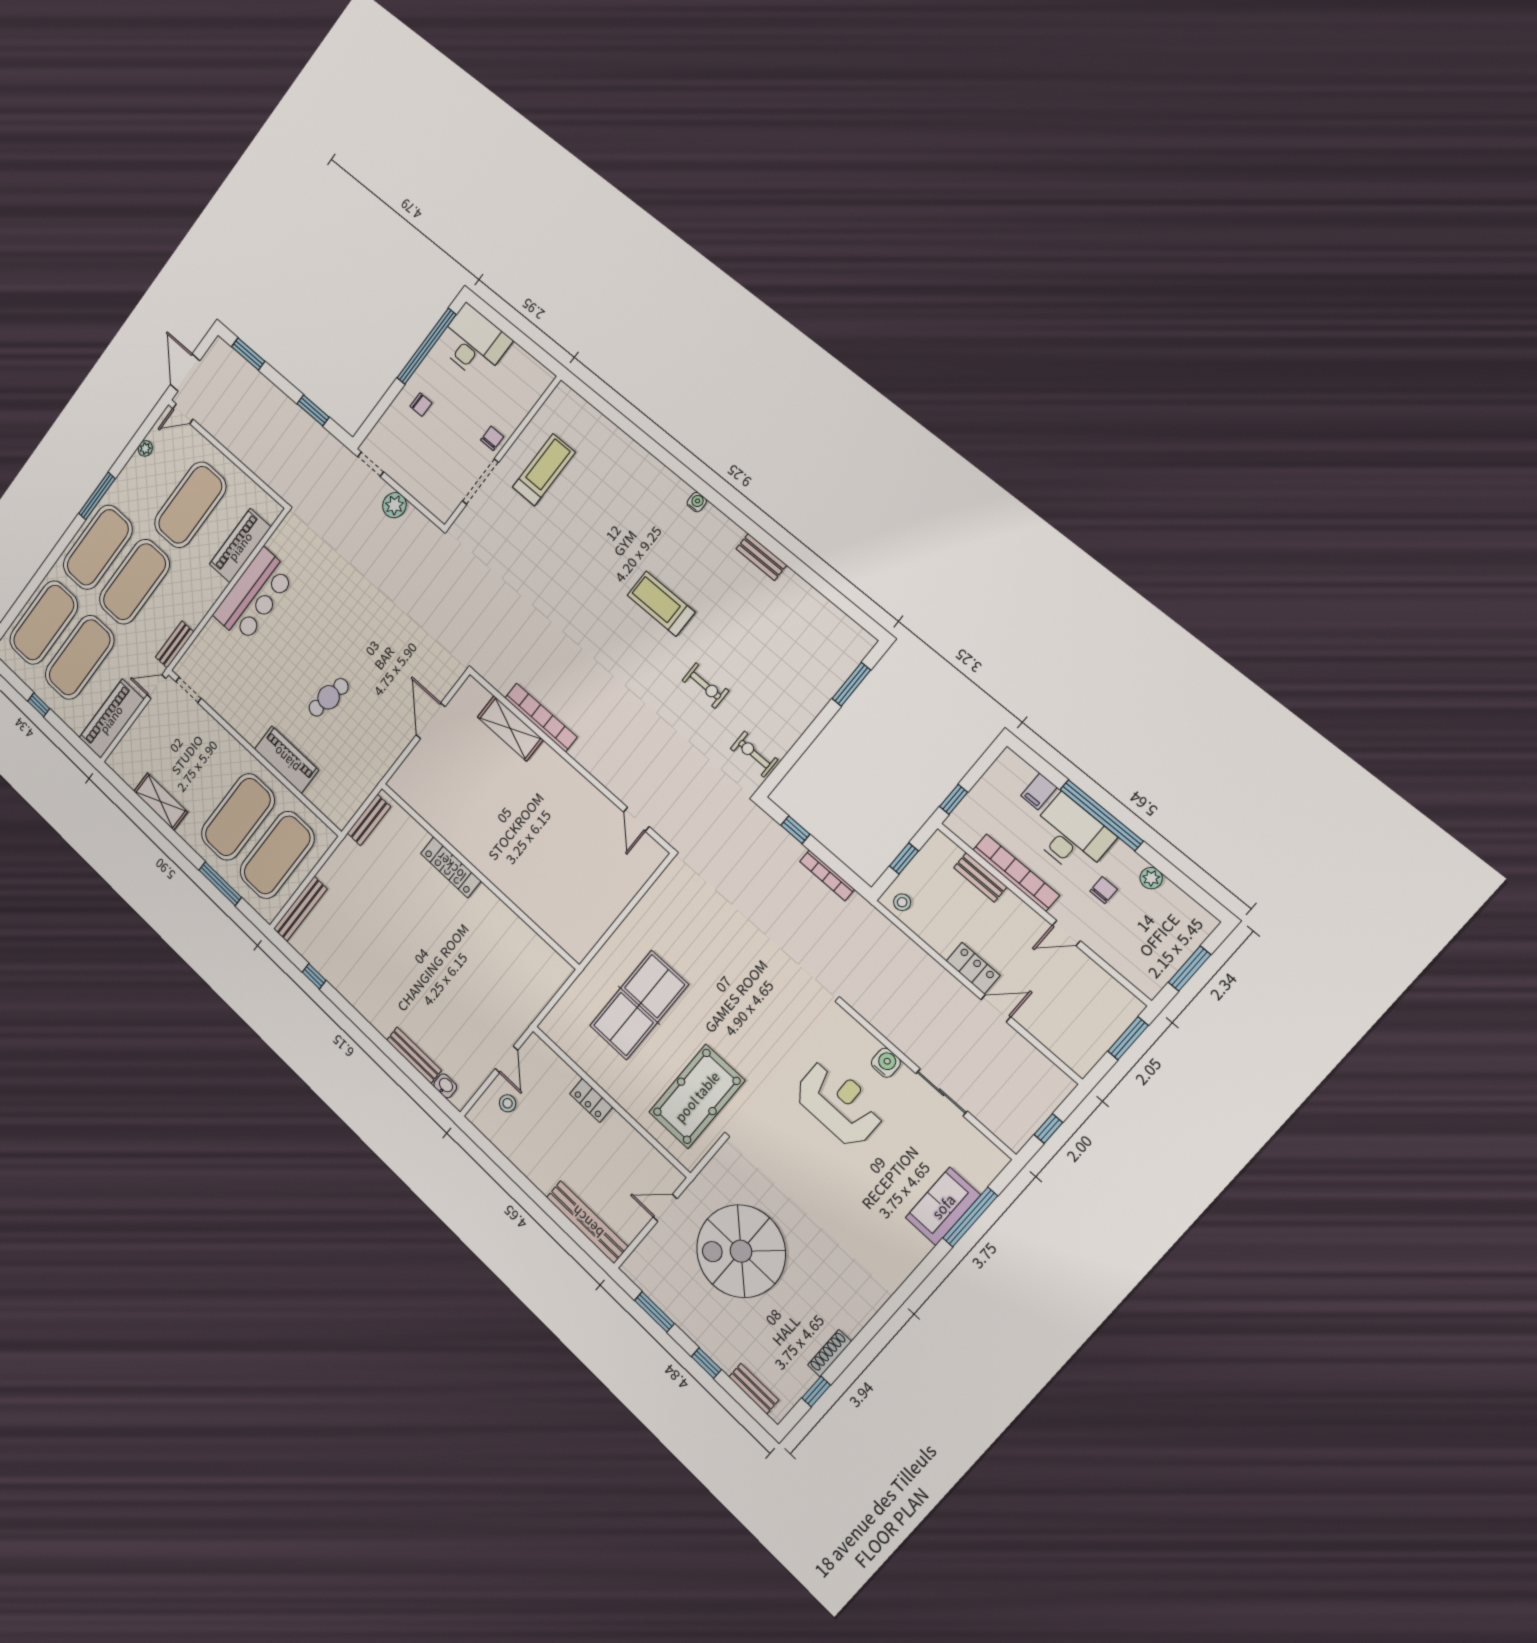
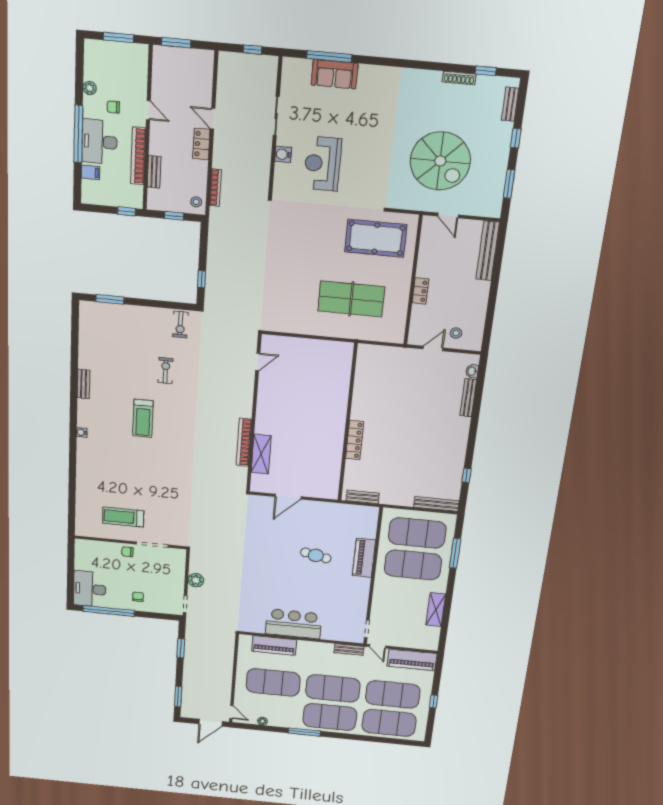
bookcase: (827, 875) -> (215, 188), moved

